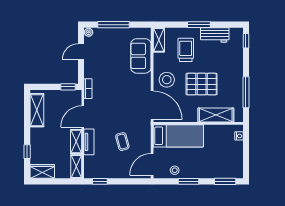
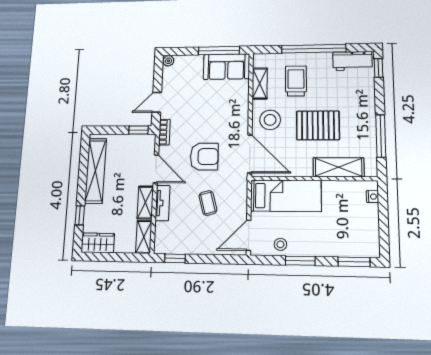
window: (114, 25) -> (219, 51), moved
window: (199, 25) -> (314, 49), width x2.11
workbench: (215, 35) -> (352, 61), moved
shelving: (159, 40) -> (260, 83), moved
door: (81, 52) -> (157, 102), moved
sofa: (141, 56) -> (227, 67), moved, turned -90
armchair: (119, 107) -> (204, 157), added
shelving: (37, 110) -> (96, 171), width x1.47
door: (83, 117) -> (156, 169), swing flipped

